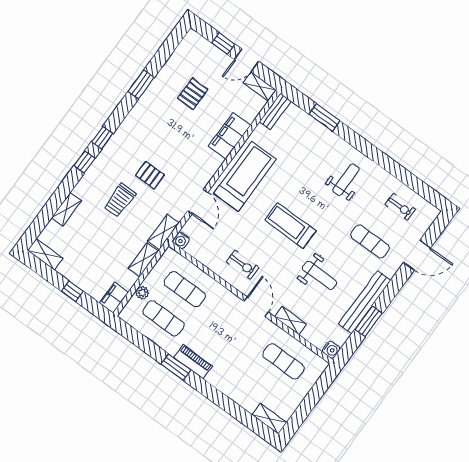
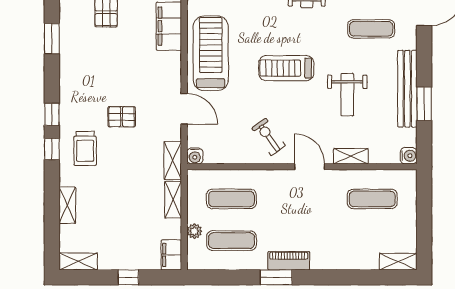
trolley: (120, 200) -> (85, 148), moved
exercise bike: (243, 265) -> (269, 137), turned -125
weight bench: (320, 275) -> (347, 95), turned 90

